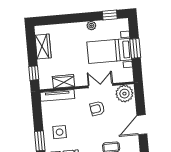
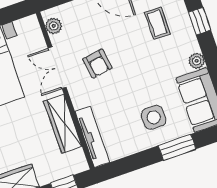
wardrobe: (64, 81) -> (63, 124), width x1.50
plant: (124, 94) -> (54, 26), width x0.53, depth x0.53

